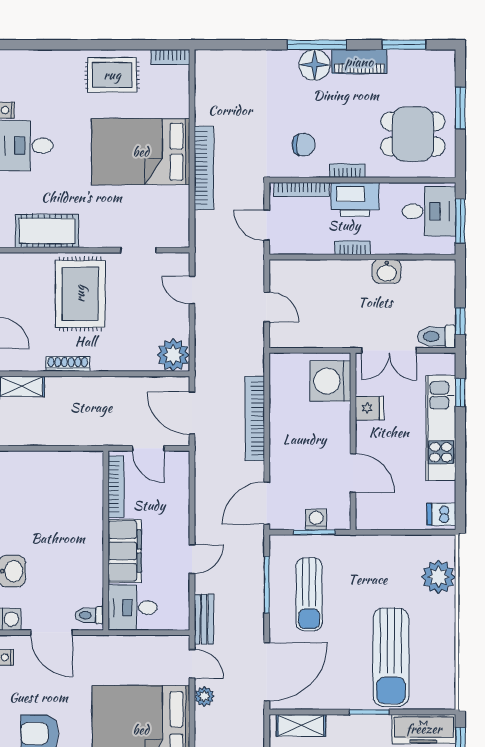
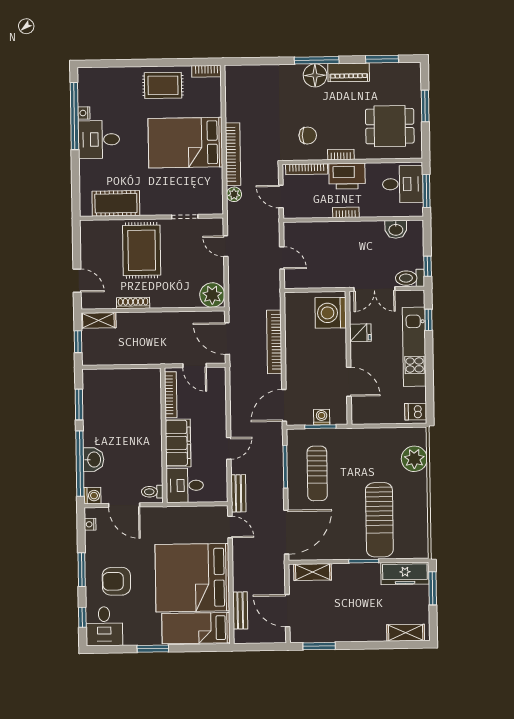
washbasin: (387, 271) -> (396, 229), moved
plant: (204, 696) -> (234, 194), moved

